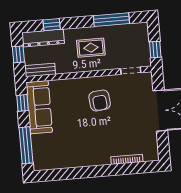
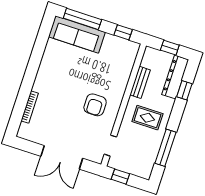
rug: (91, 48) -> (147, 118), turned 90
bench: (40, 70) -> (140, 82), moved
armchair: (100, 100) -> (95, 105), turned -84
sofa: (39, 107) -> (77, 34), moved

